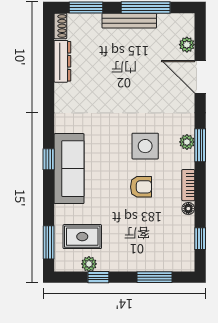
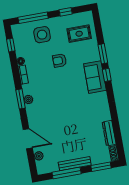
side table: (145, 146) -> (42, 35), moved
sofa: (69, 169) -> (95, 77), width x0.73
armchair: (141, 187) -> (60, 60), moved
window: (49, 242) -> (103, 54), moved
plant: (89, 264) -> (72, 19), removed
window: (155, 277) -> (33, 18), width x1.44

